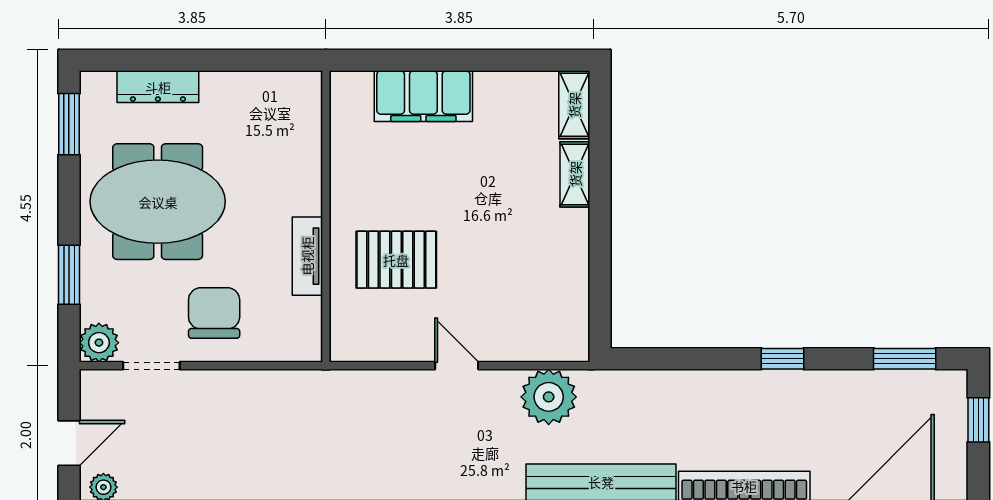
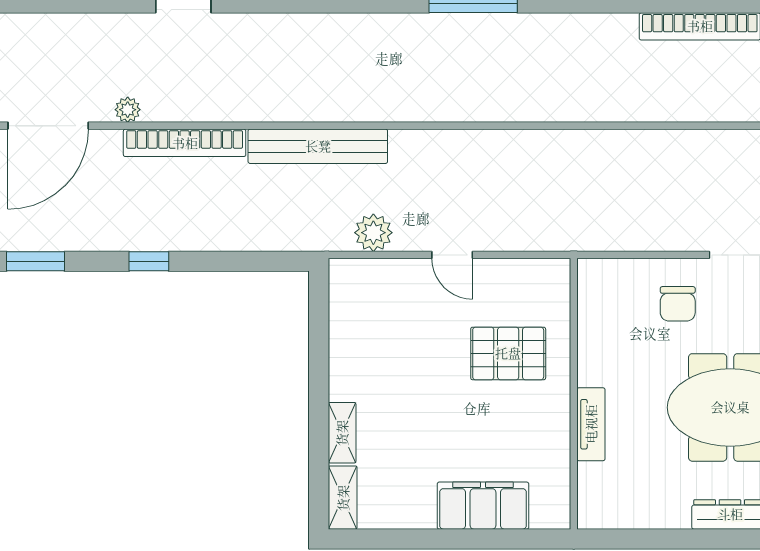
tv unit: (307, 256) -> (591, 424), moved
chair: (214, 313) -> (678, 304), width x0.73, depth x0.73
plant: (549, 397) -> (373, 233), width x0.73, depth x0.73

